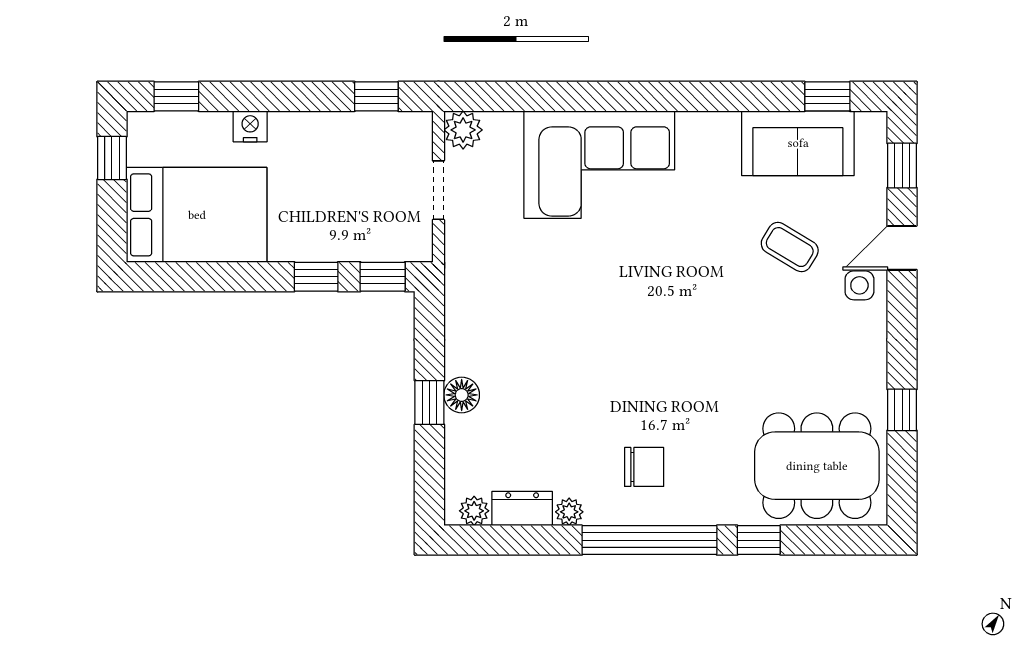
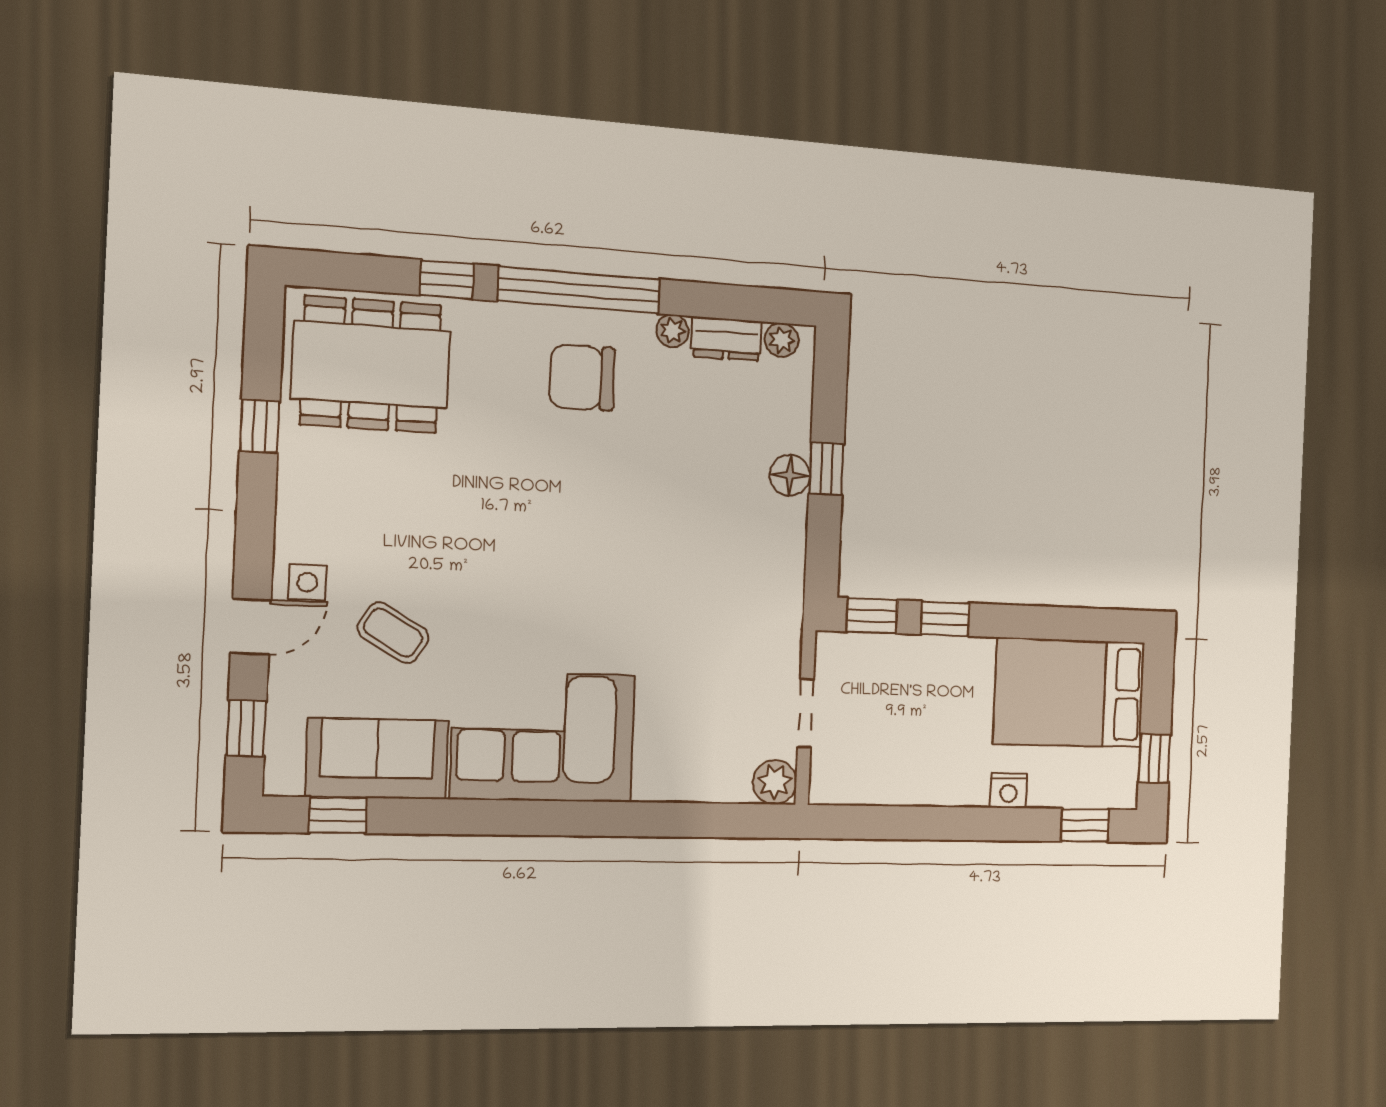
window: (376, 96) -> (870, 822), removed
corner sofa: (599, 165) -> (543, 737), moved
chair: (644, 467) -> (582, 377), width x1.37, depth x1.37

